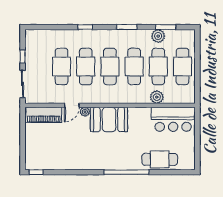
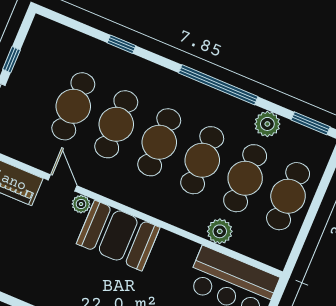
window: (85, 27) -> (121, 44), moved
window: (127, 27) -> (218, 85), width x2.11
window: (166, 27) -> (311, 123), moved
door: (72, 105) -> (63, 183), swing flipped

